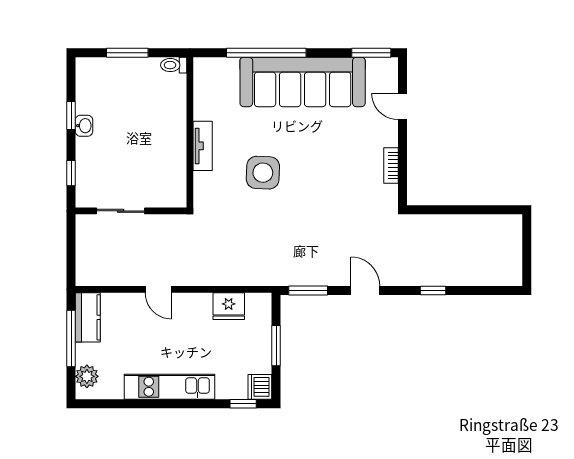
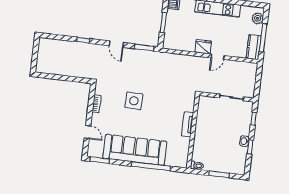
side table: (263, 173) -> (134, 101), moved
door: (158, 289) -> (218, 57), swing flipped
fridge: (229, 306) -> (203, 47), moved

